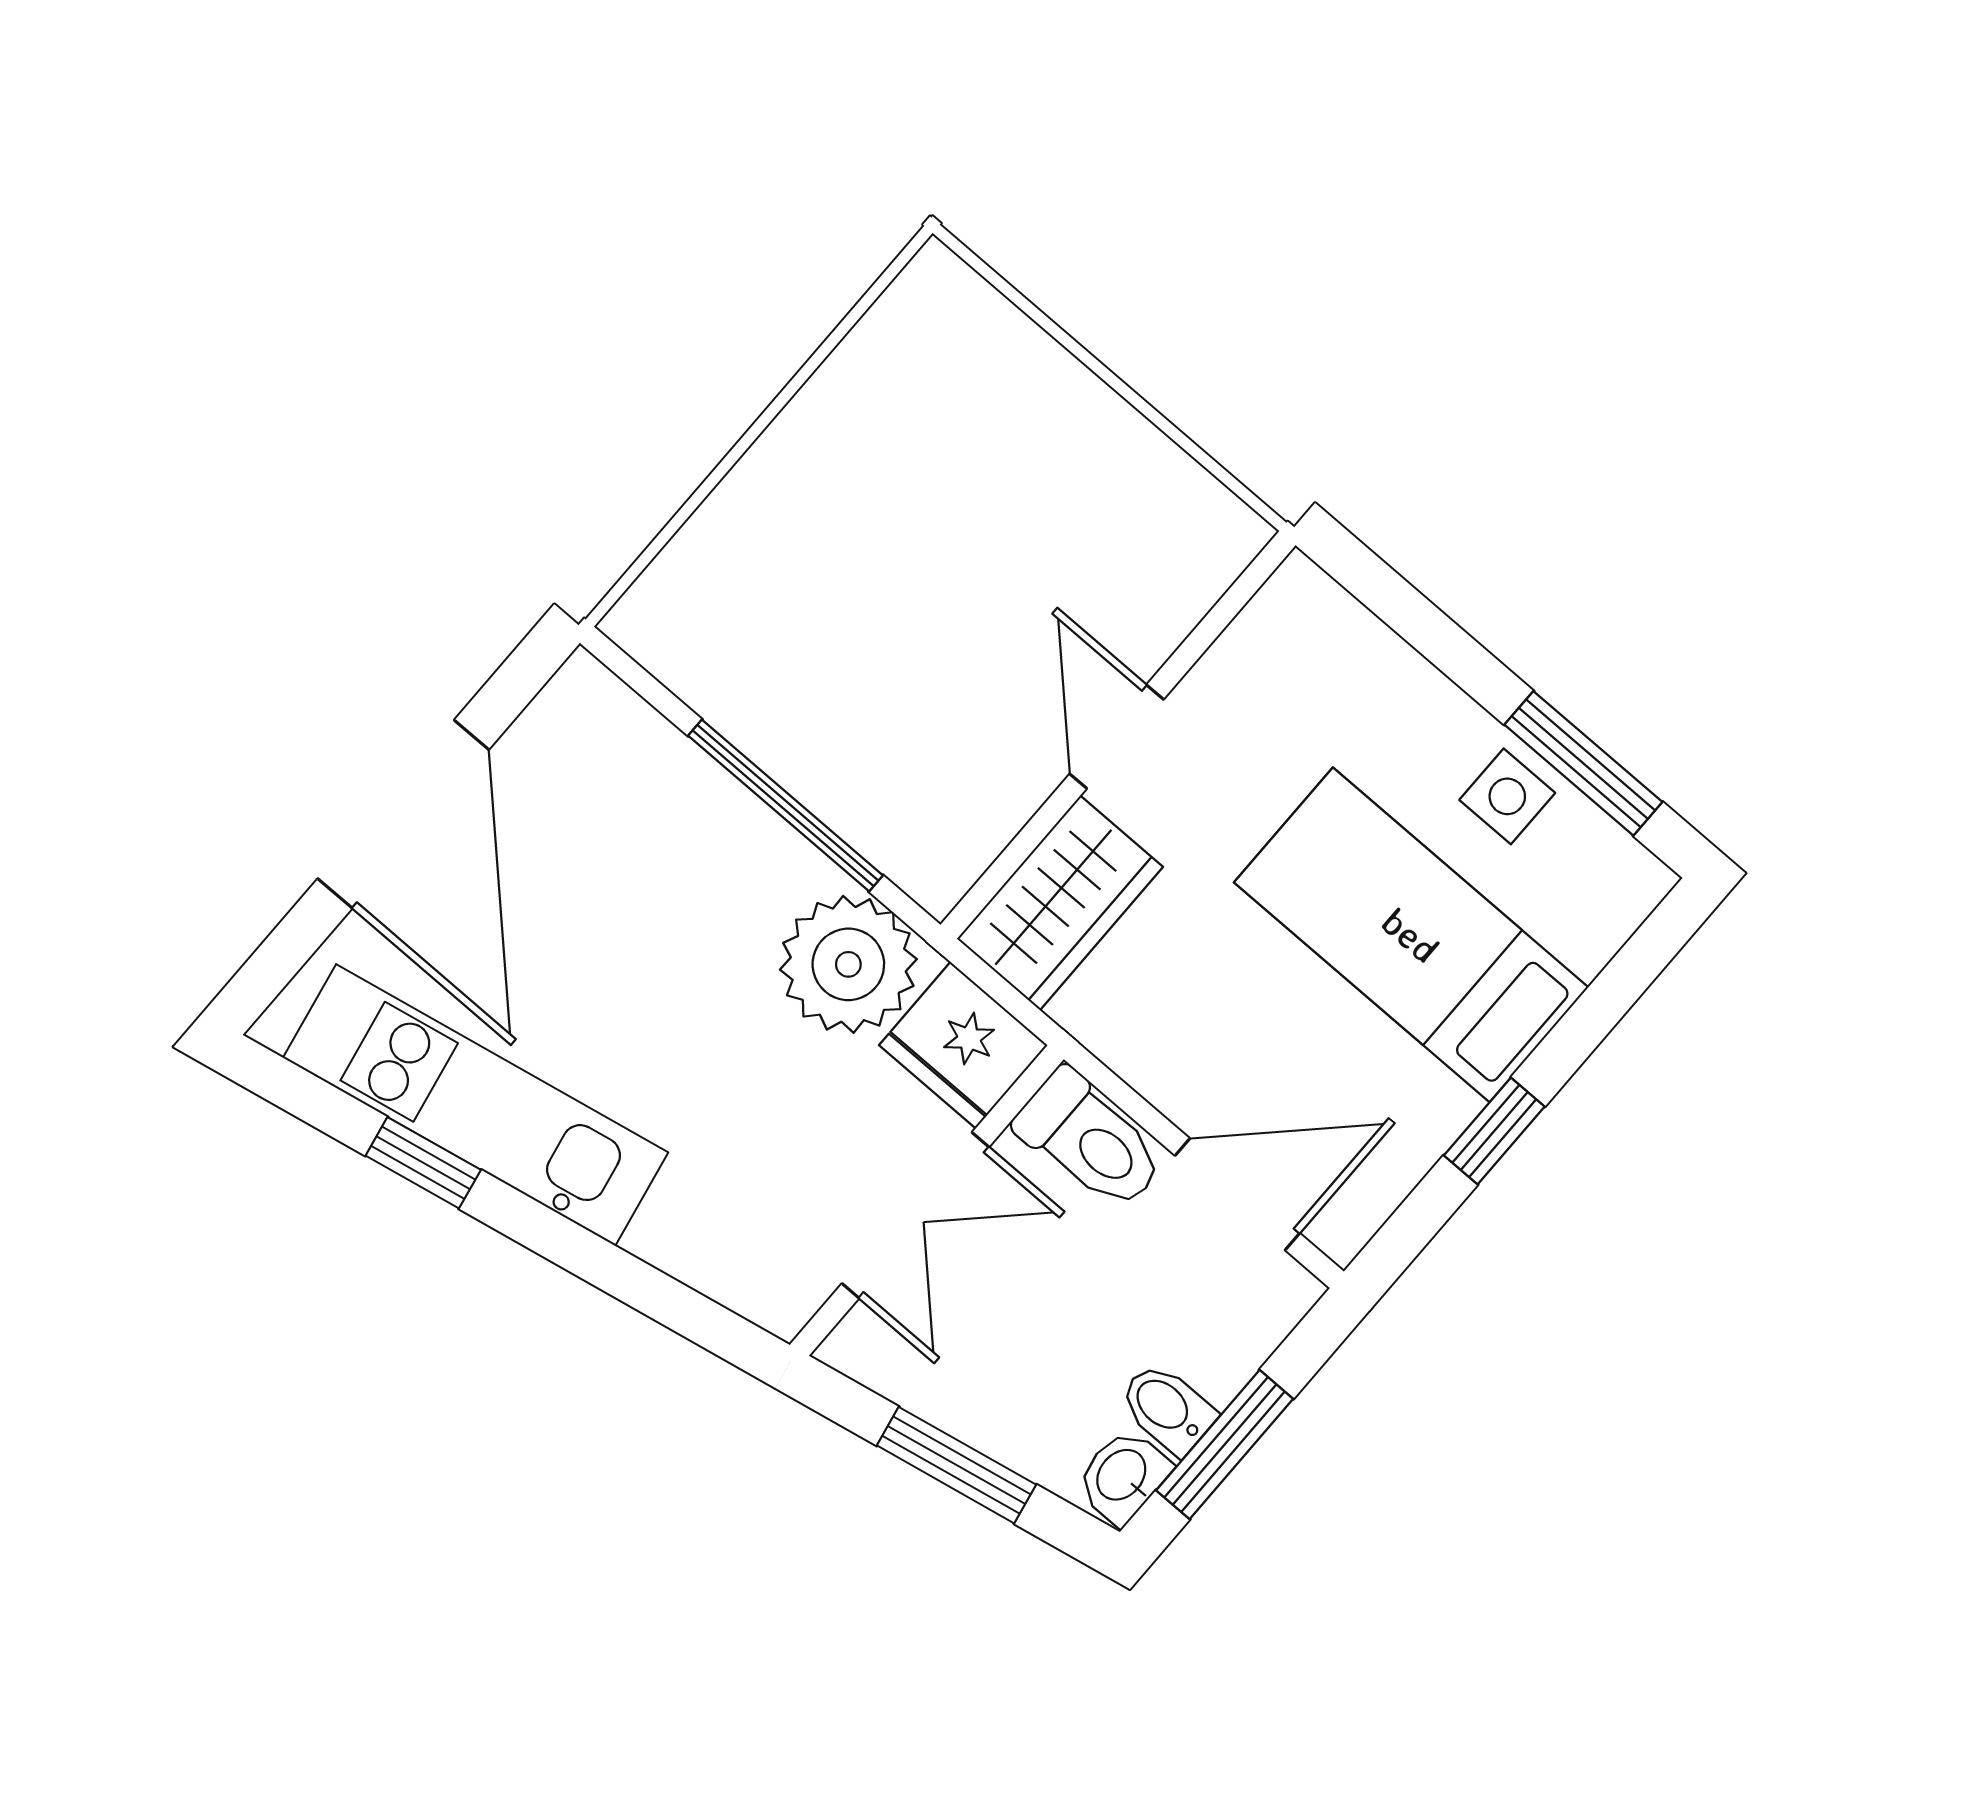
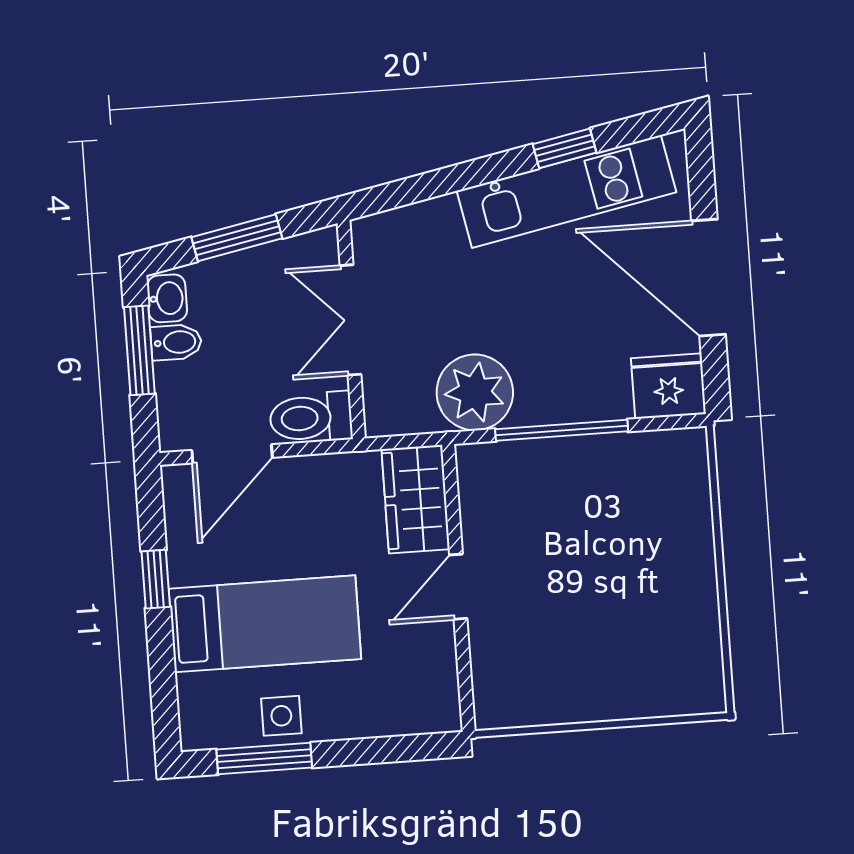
door: (1117, 737) -> (458, 587), swing flipped
fridge: (963, 1045) -> (668, 386), moved

